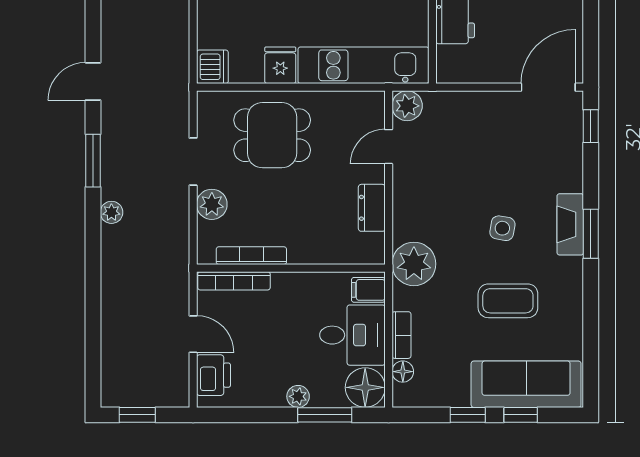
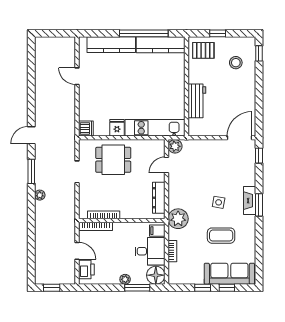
plant: (212, 204) -> (86, 191), removed
dresser: (372, 208) -> (159, 198), width x1.44
floor lamp: (403, 372) -> (173, 268), removed

